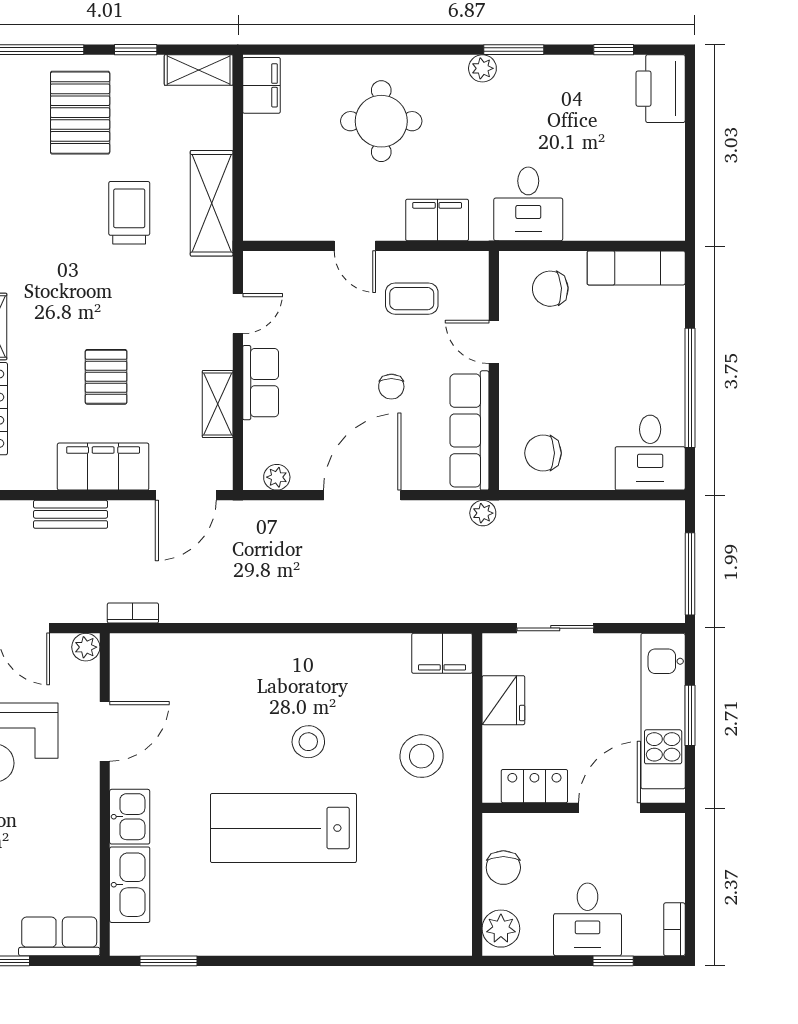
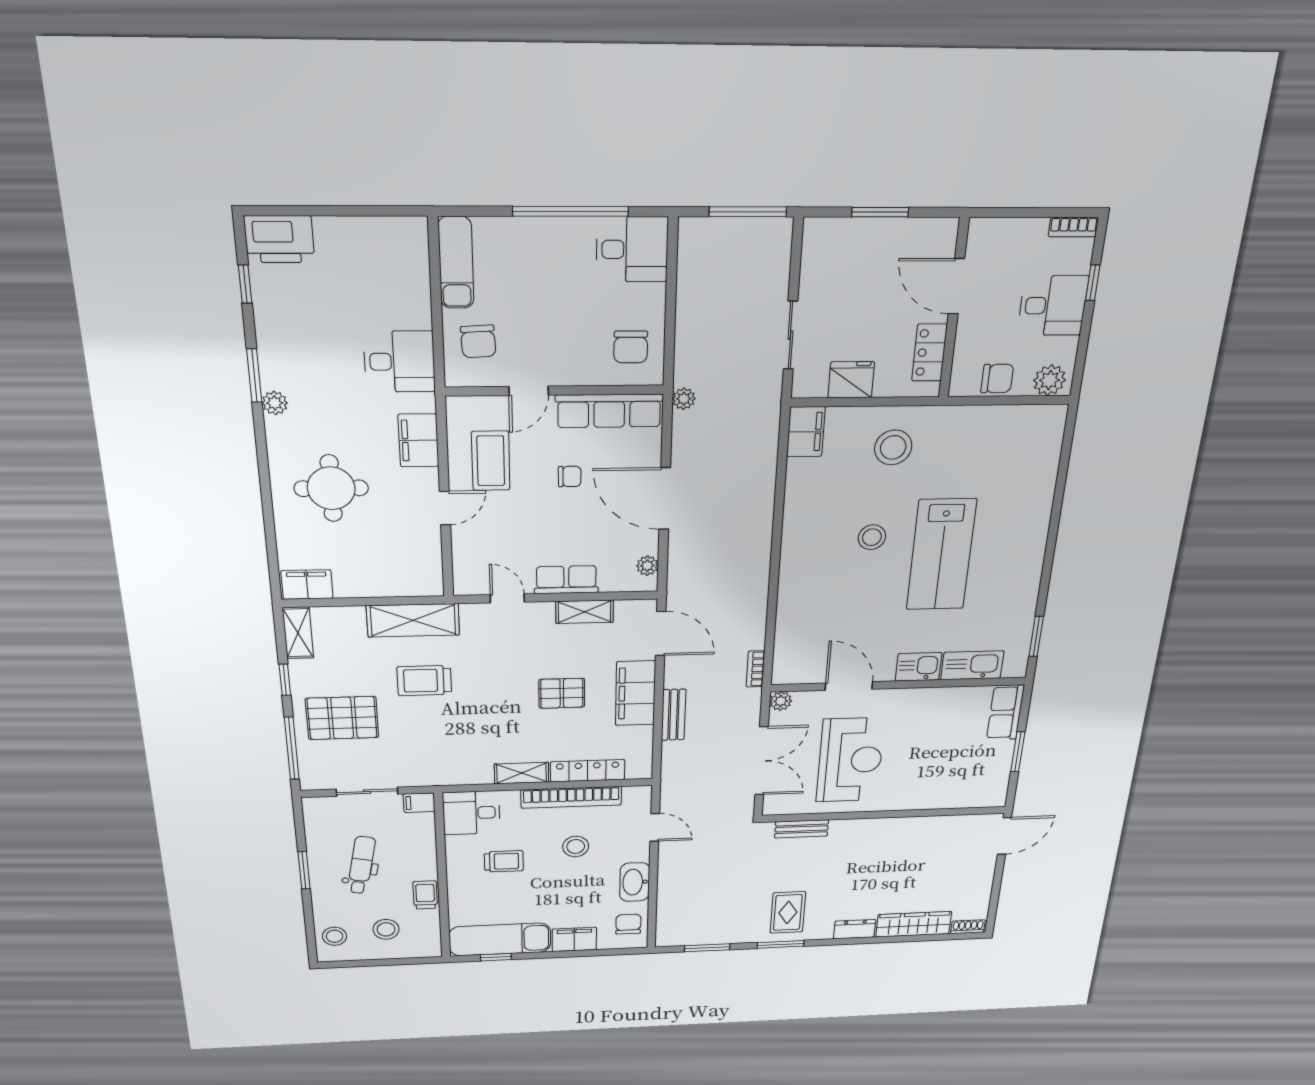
coffee table: (412, 299) -> (491, 461), width x1.36, depth x1.30
kitchen unit: (663, 711) -> (874, 237), removed

